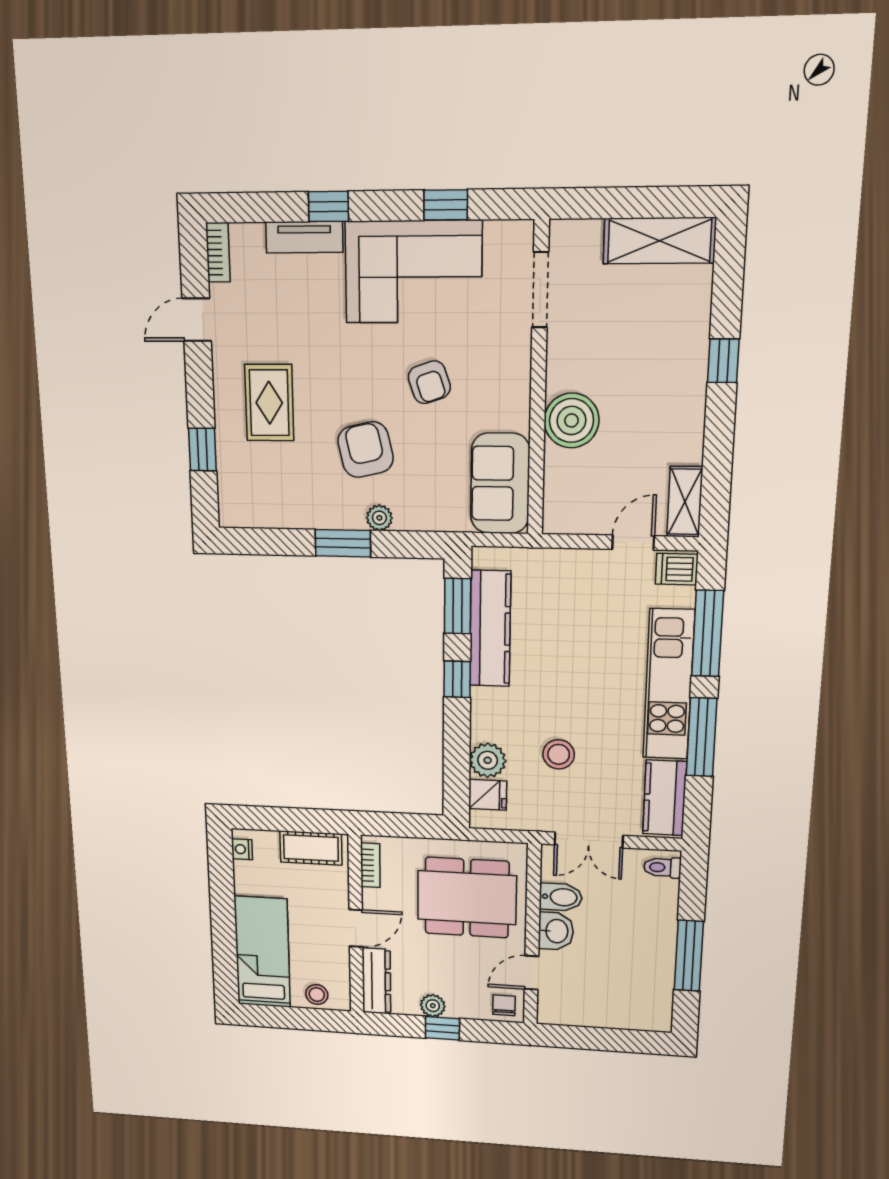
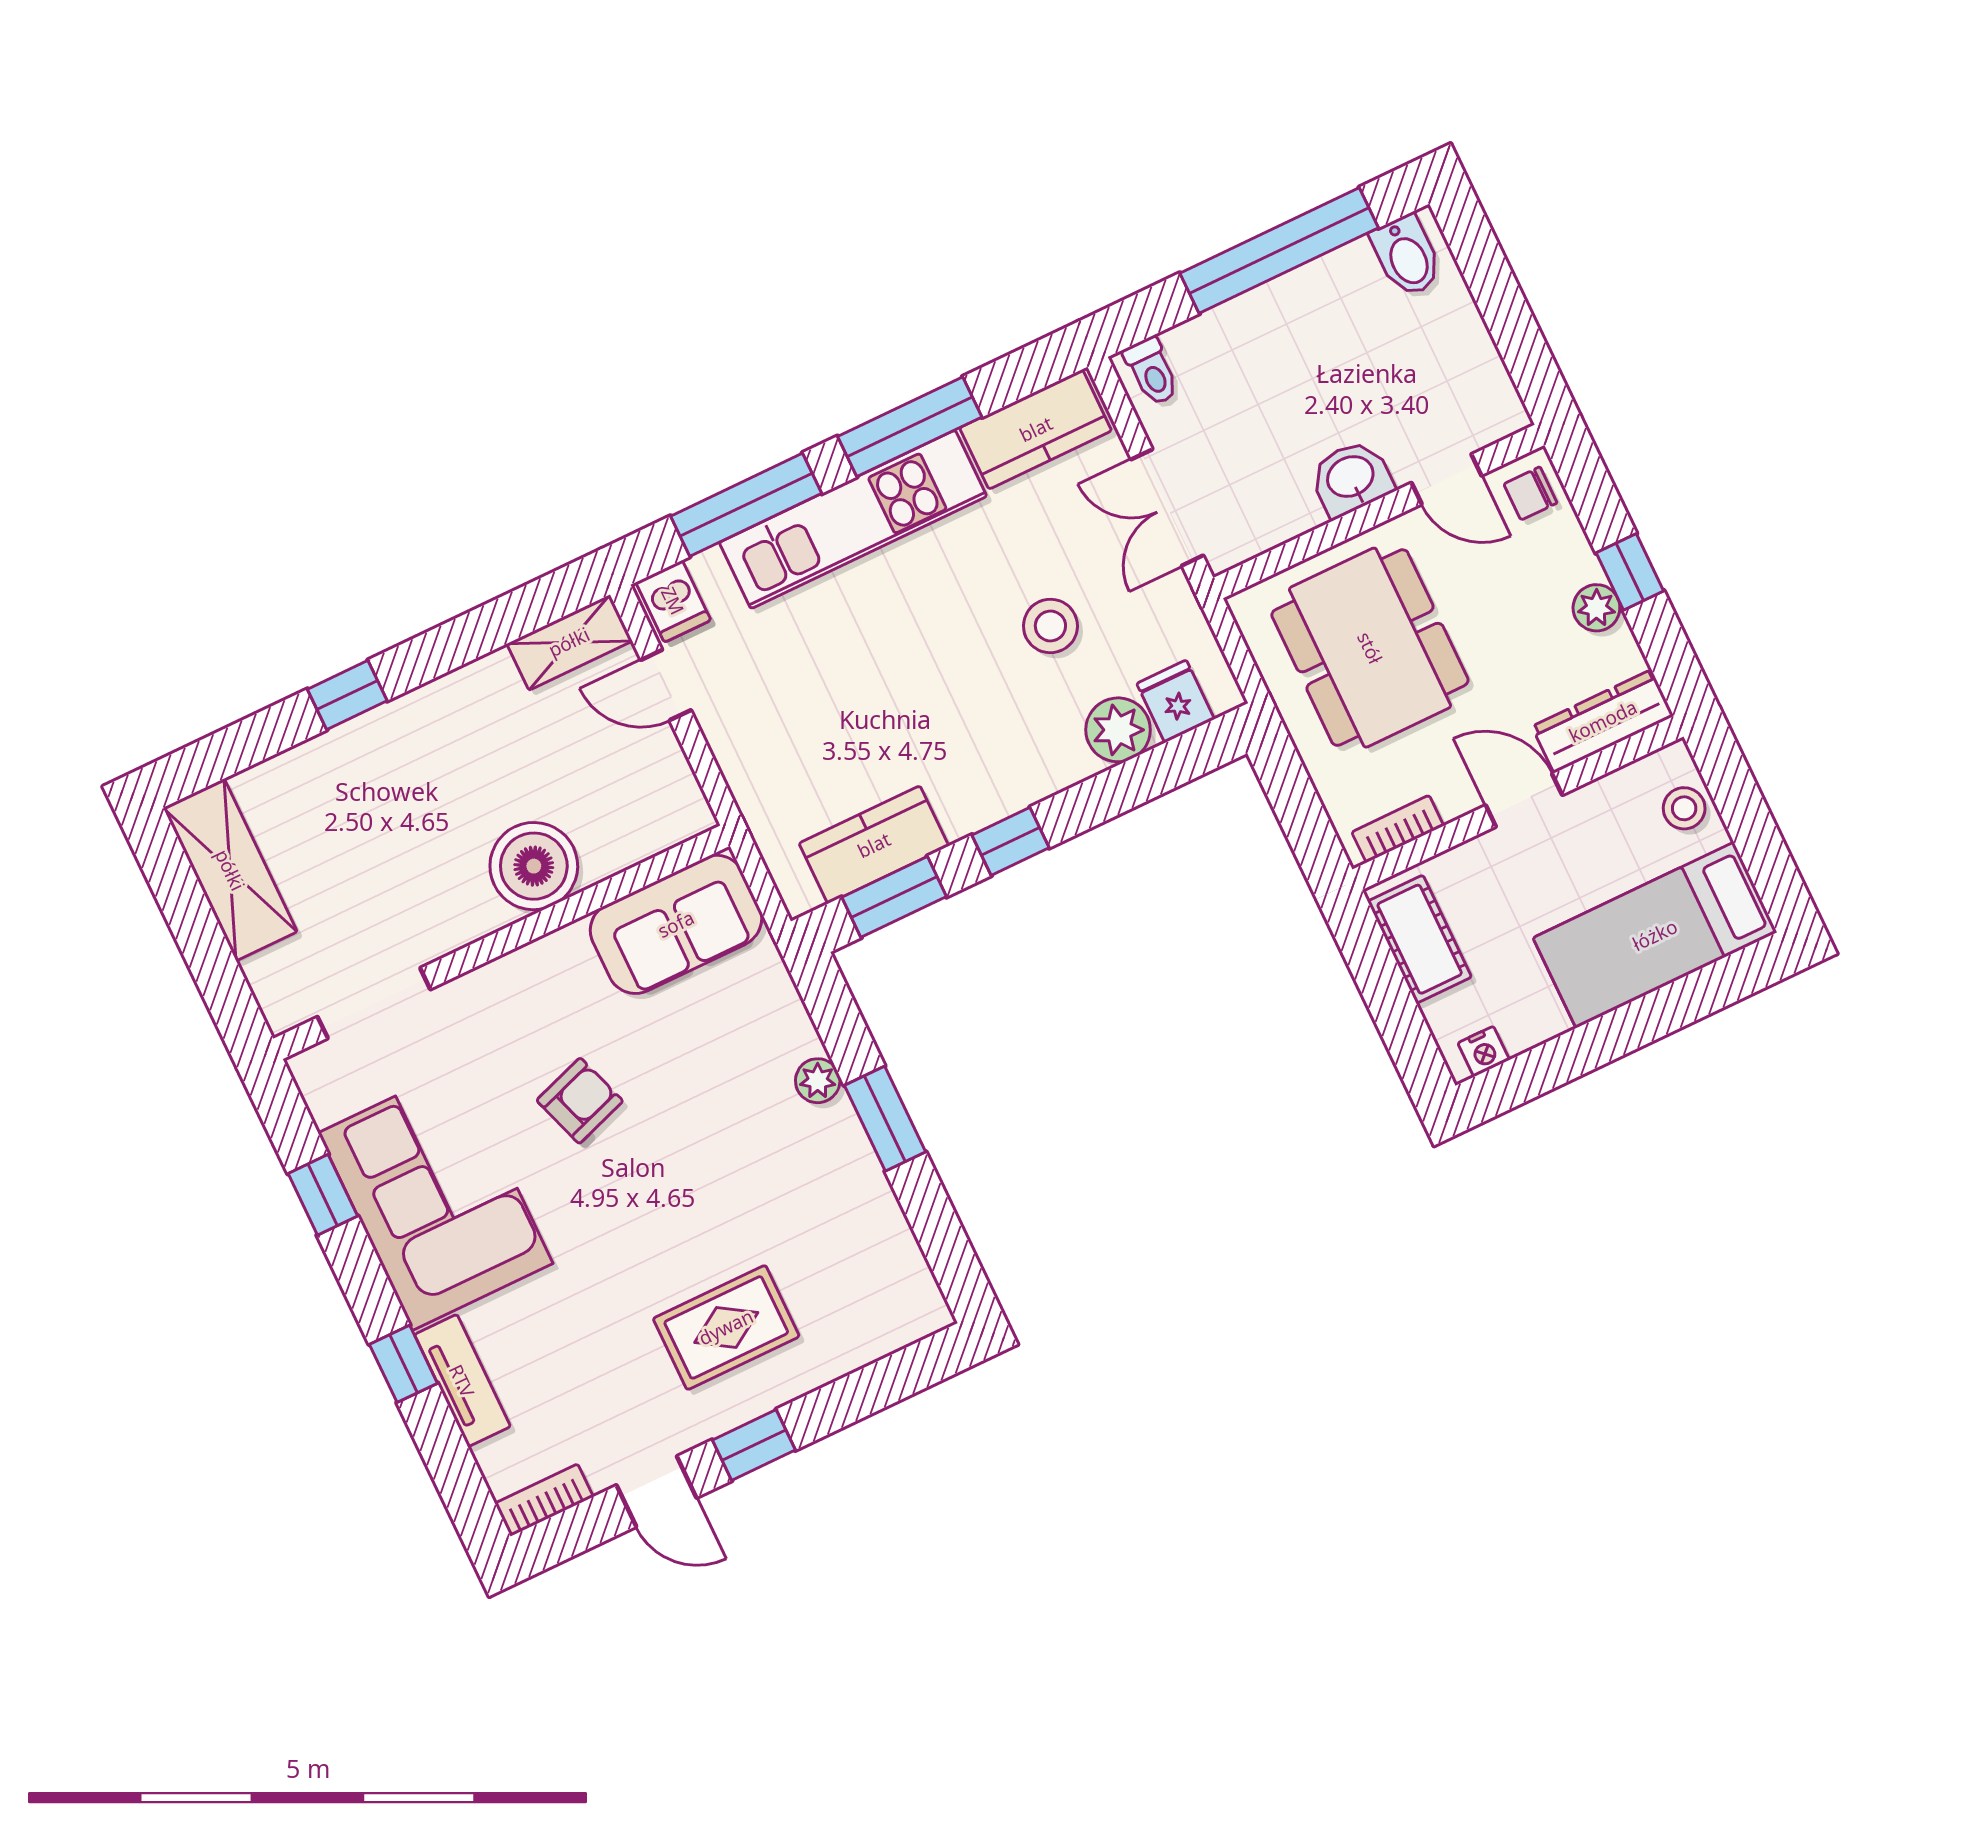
window: (202, 450) -> (754, 1445), moved
armchair: (365, 450) -> (725, 1150), removed
kitchen counter: (490, 629) -> (874, 845), width x0.67
double door: (589, 840) -> (1167, 507), swing flipped
bidet: (561, 897) -> (1407, 256), moved, turned 180
window: (689, 956) -> (1279, 251), width x1.46

